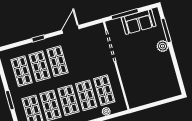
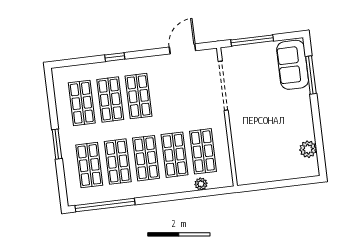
sofa: (139, 22) -> (293, 65), moved, turned 90
door: (70, 29) -> (182, 49), moved
plant: (163, 46) -> (308, 149), moved

